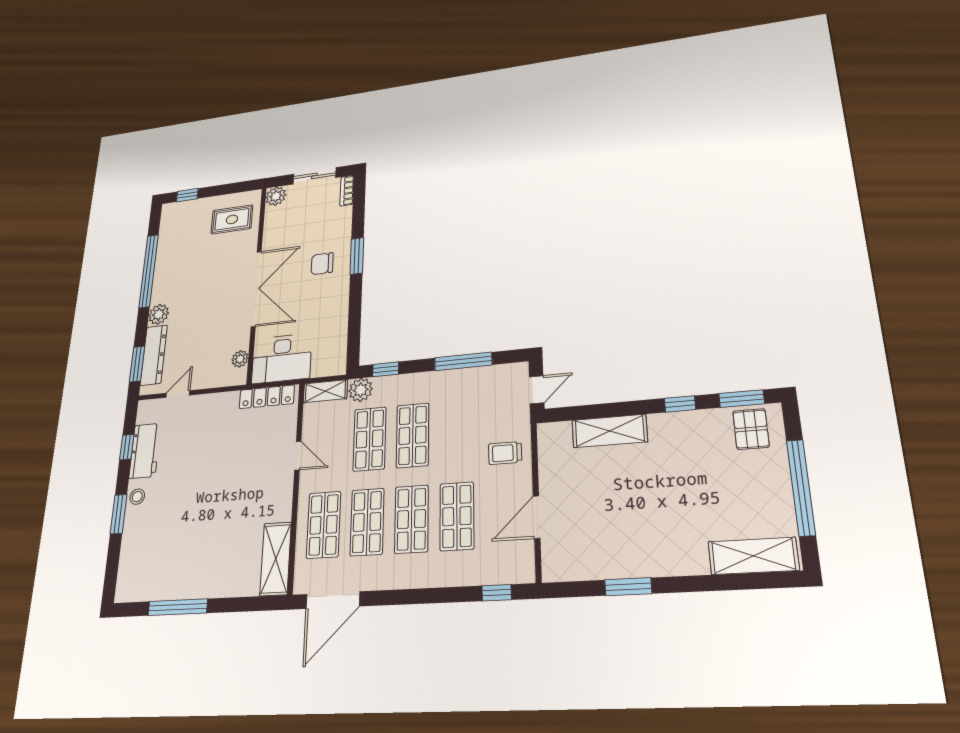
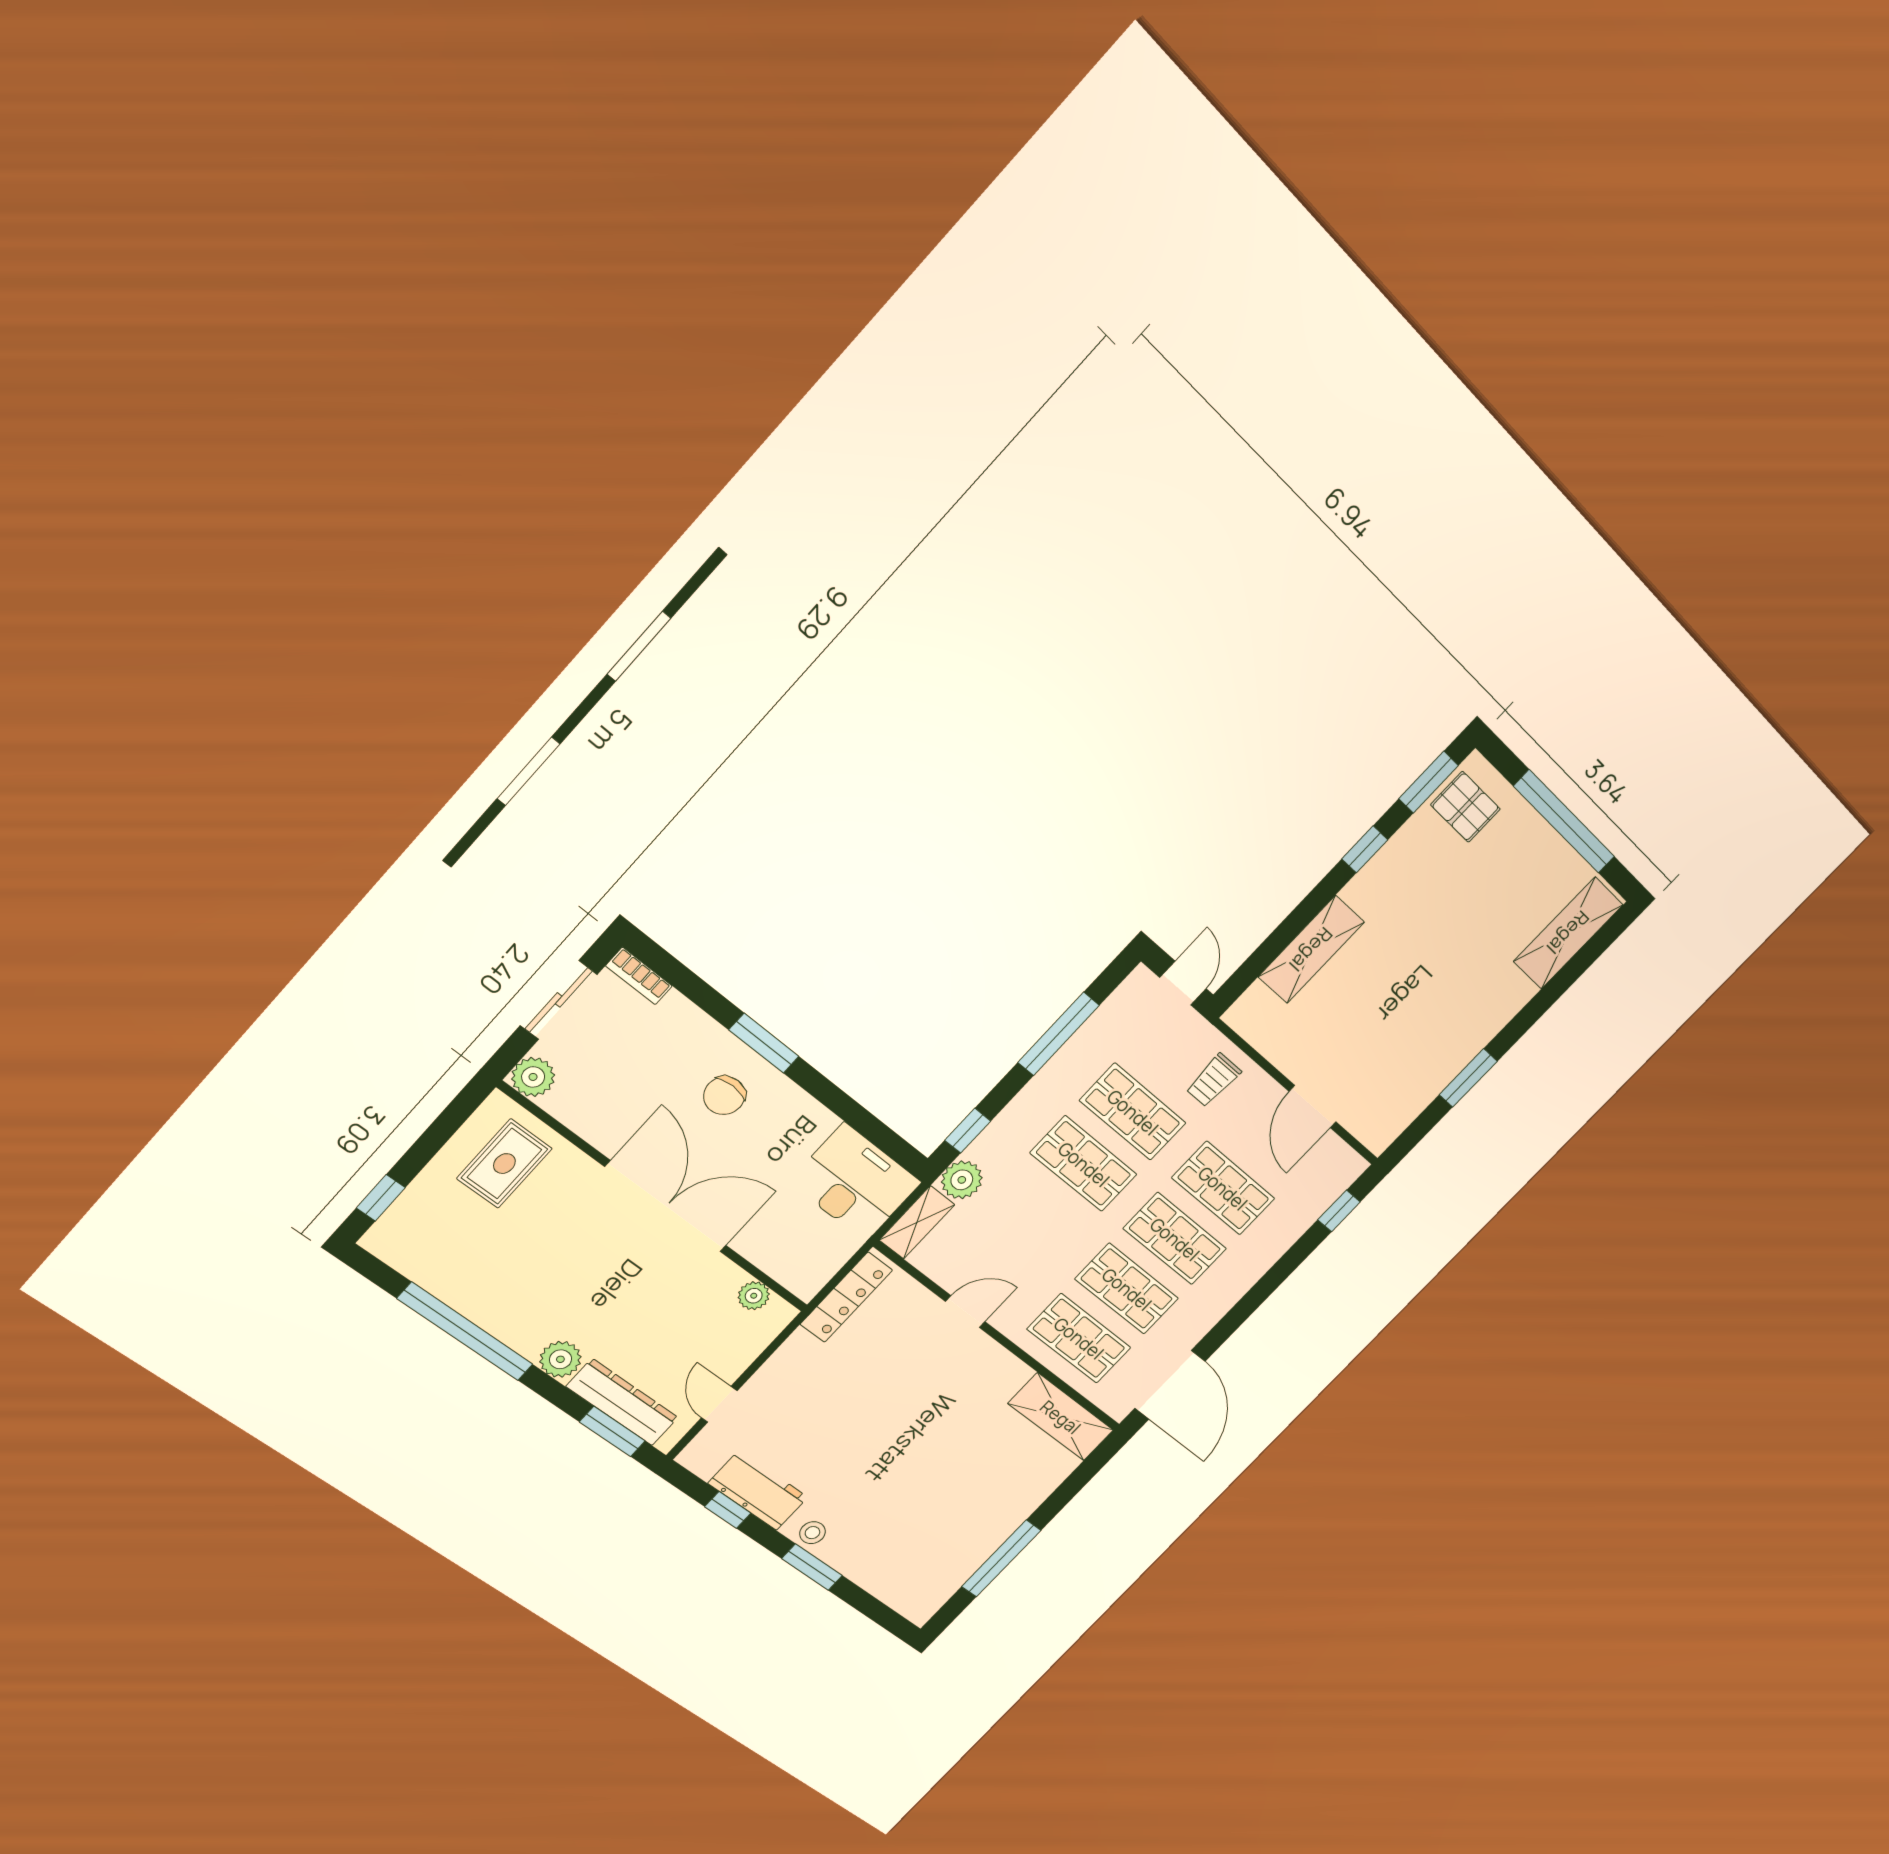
desk: (282, 359) -> (855, 1182), moved, turned -90
shop shelf: (370, 439) -> (1133, 1112), moved

